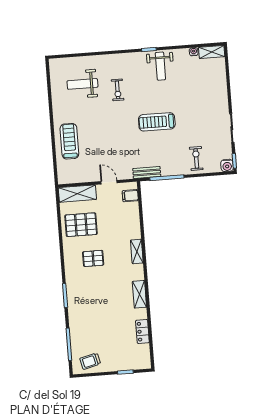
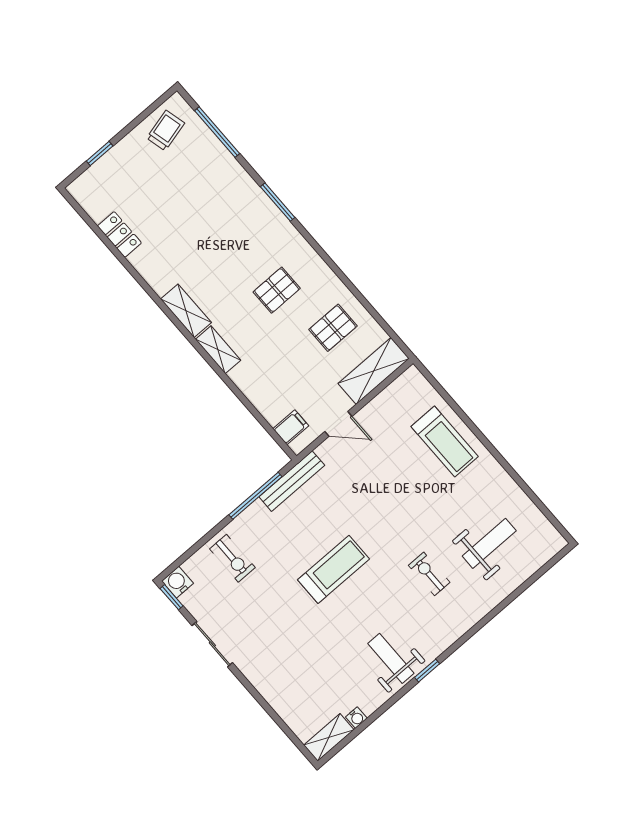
bench: (147, 172) -> (292, 481), width x1.36
pallet: (81, 225) -> (333, 328), width x0.67, depth x0.71
shelving: (139, 294) -> (186, 311), moved

